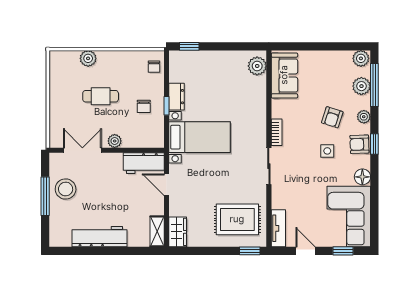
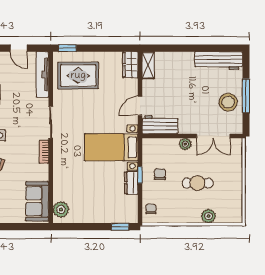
door: (167, 185) -> (140, 106), swing flipped
tv unit: (278, 228) -> (42, 74), width x1.41
workbench: (99, 237) -> (219, 61), moved

